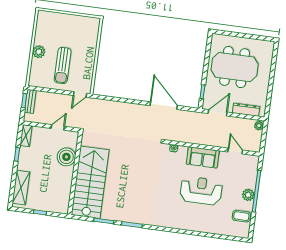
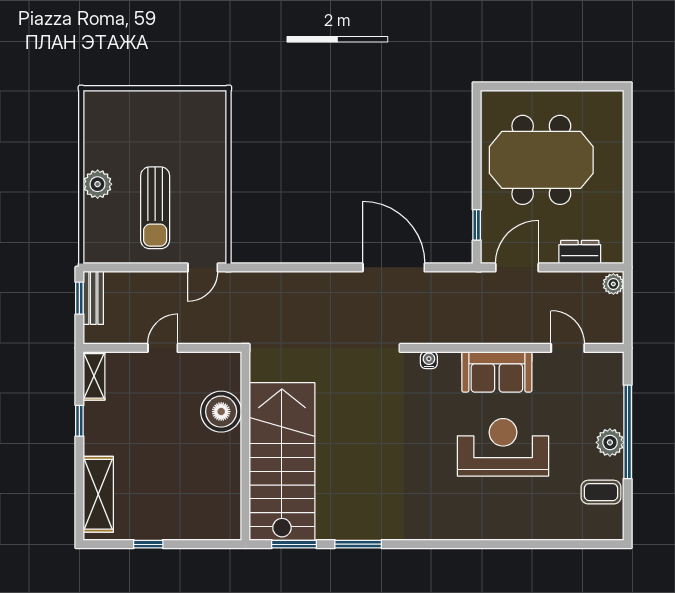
dresser: (246, 110) -> (580, 252), width x0.70
boiler: (66, 157) -> (221, 412), moved
wall: (75, 173) -> (245, 446), moved
stairs: (90, 182) -> (282, 461), moved

